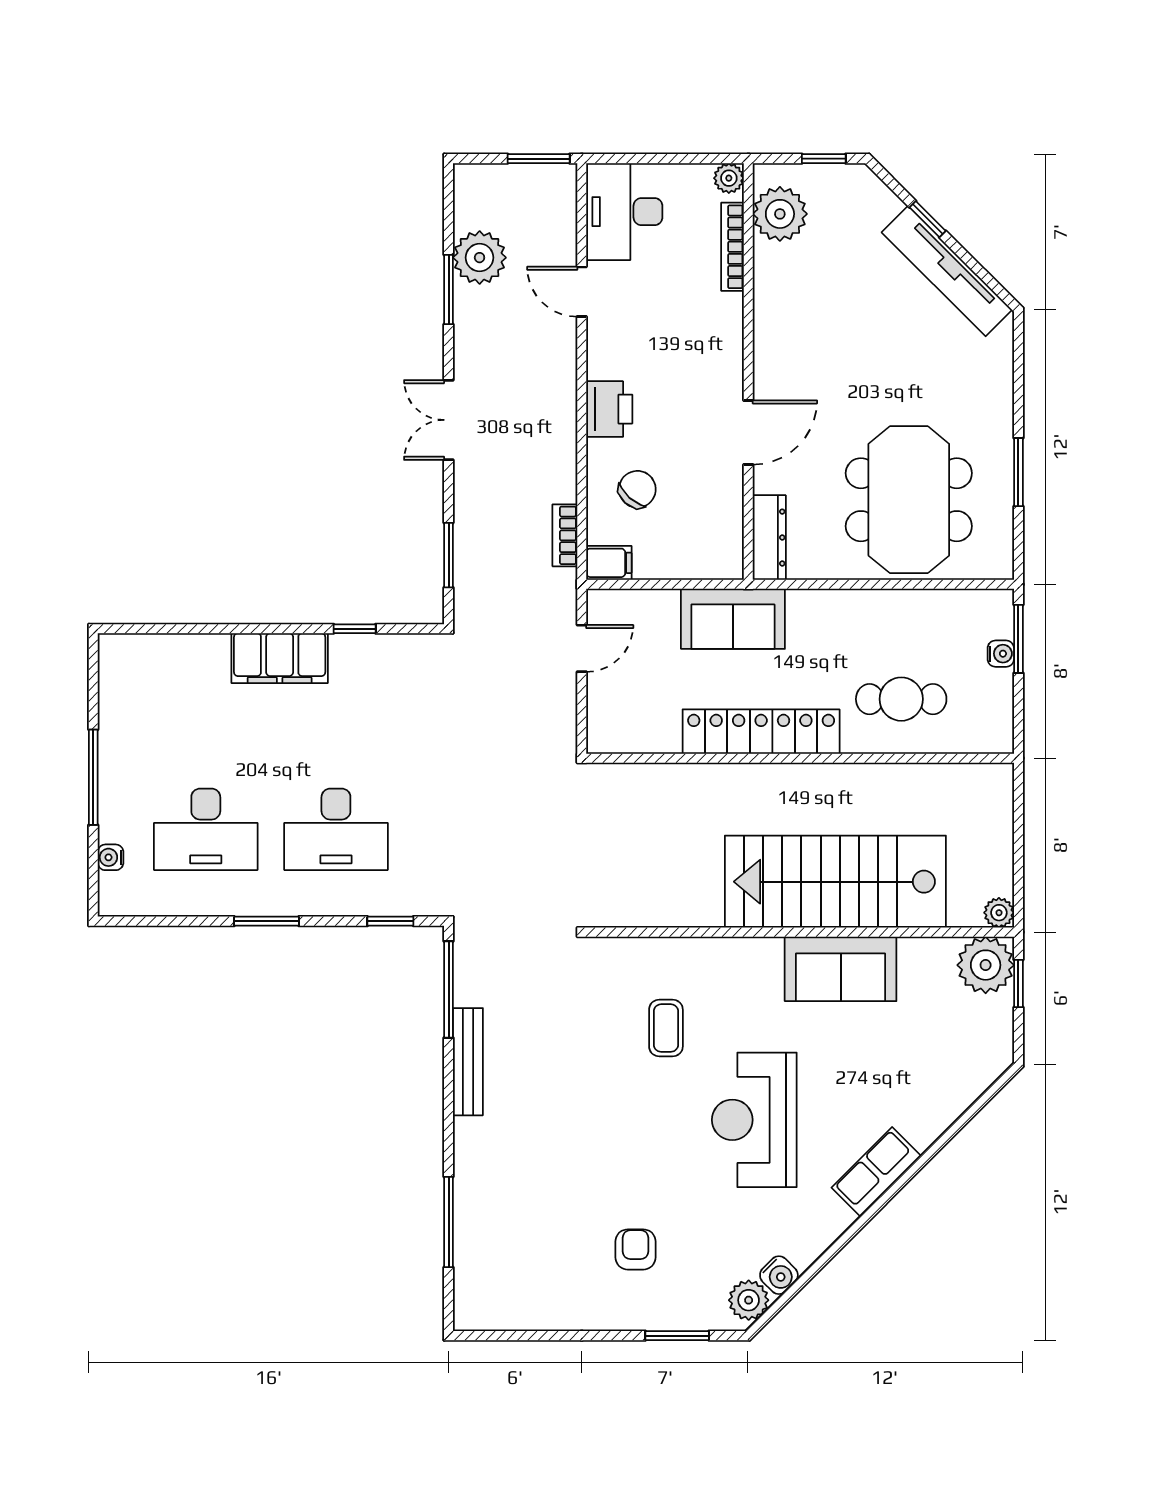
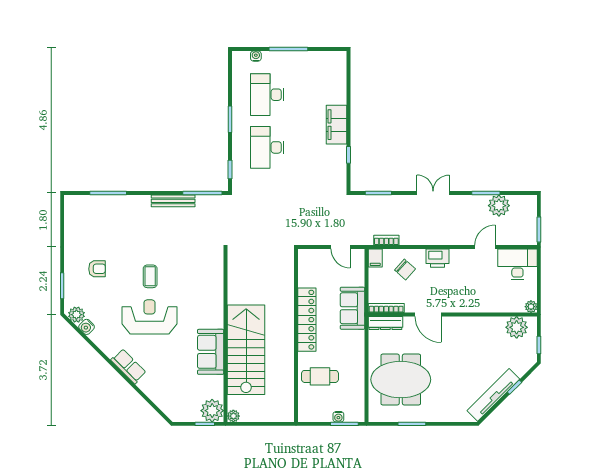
bookcase: (733, 247) -> (386, 308), moved
cafe table: (901, 699) -> (320, 376), turned 90
coffee table: (666, 1028) -> (150, 276), moved, turned 90

